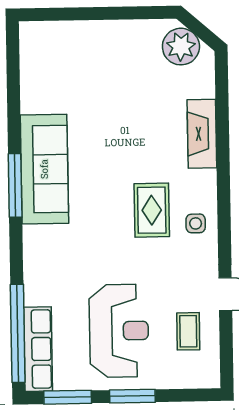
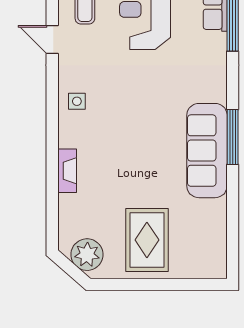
fireplace: (202, 134) -> (67, 171), width x0.73, depth x0.76
rug: (152, 210) -> (147, 240), moved, width x1.36, depth x1.43

